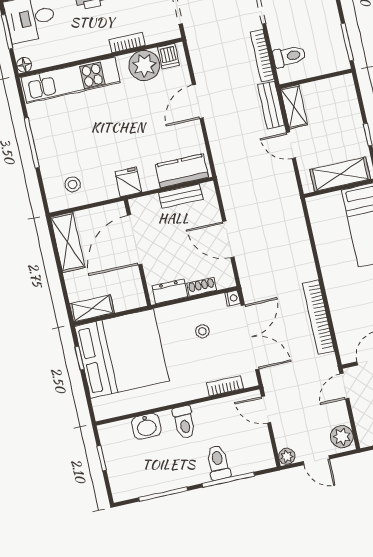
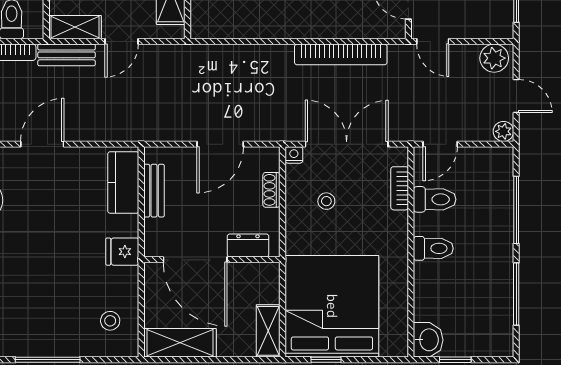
door: (198, 101) -> (42, 144), swing flipped
dresser: (170, 291) -> (248, 245), moved, turned 90
washbasin: (146, 426) -> (428, 340), moved
door: (316, 460) -> (516, 96), hinge flipped
toilet: (218, 463) -> (435, 199), moved, turned 180

